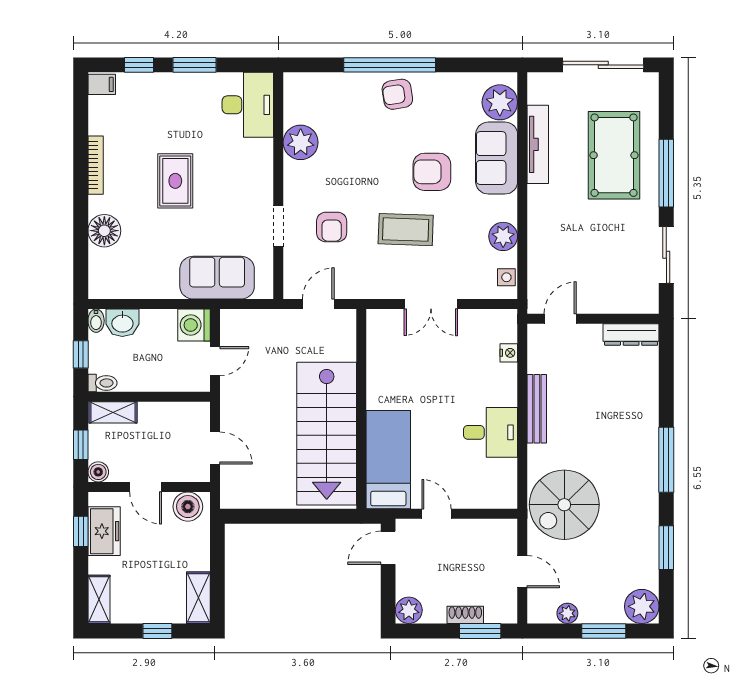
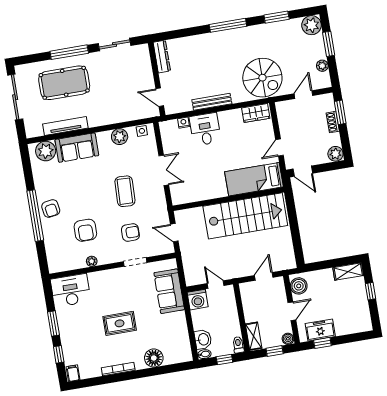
plant: (301, 142) -> (92, 261), width x0.53, depth x0.53
armchair: (432, 172) -> (85, 230), moved
desk: (491, 432) -> (205, 129), moved
wardrobe: (504, 482) -> (256, 113), added
shelving: (99, 599) -> (358, 326), removed

